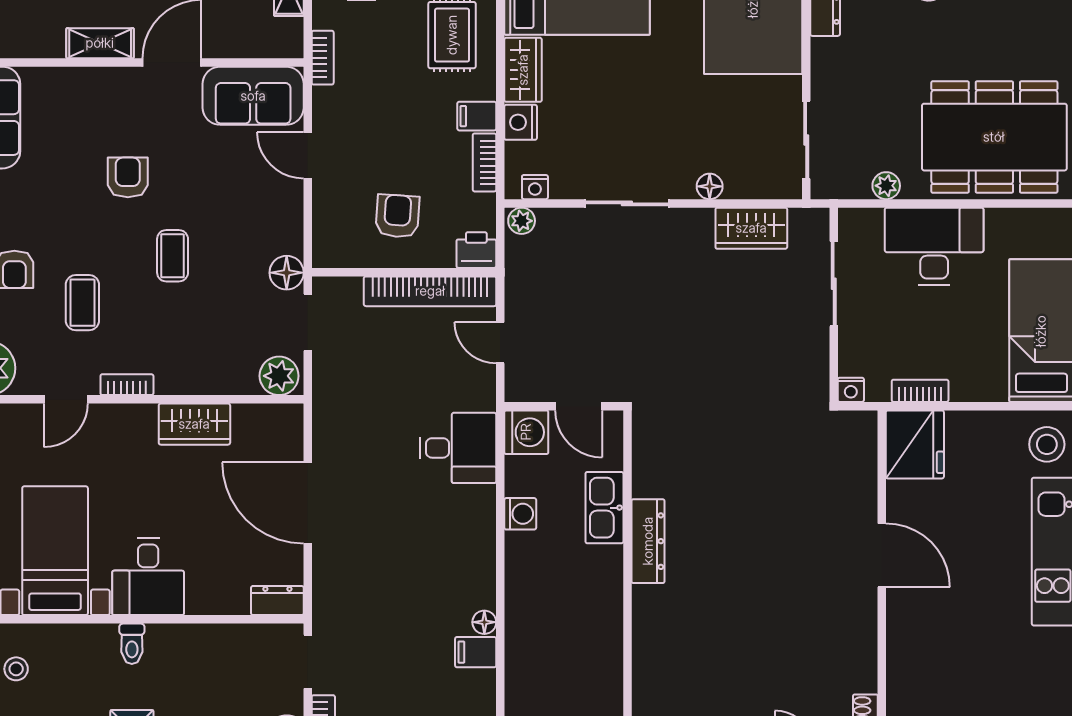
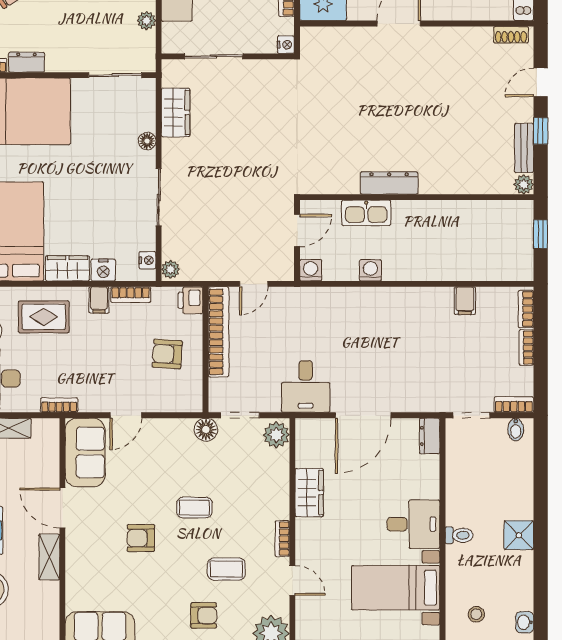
washing machine: (526, 432) -> (311, 270), width x0.73, depth x0.73
desk: (458, 448) -> (306, 386), moved, turned 180
floor lamp: (484, 622) -> (444, 295), removed

